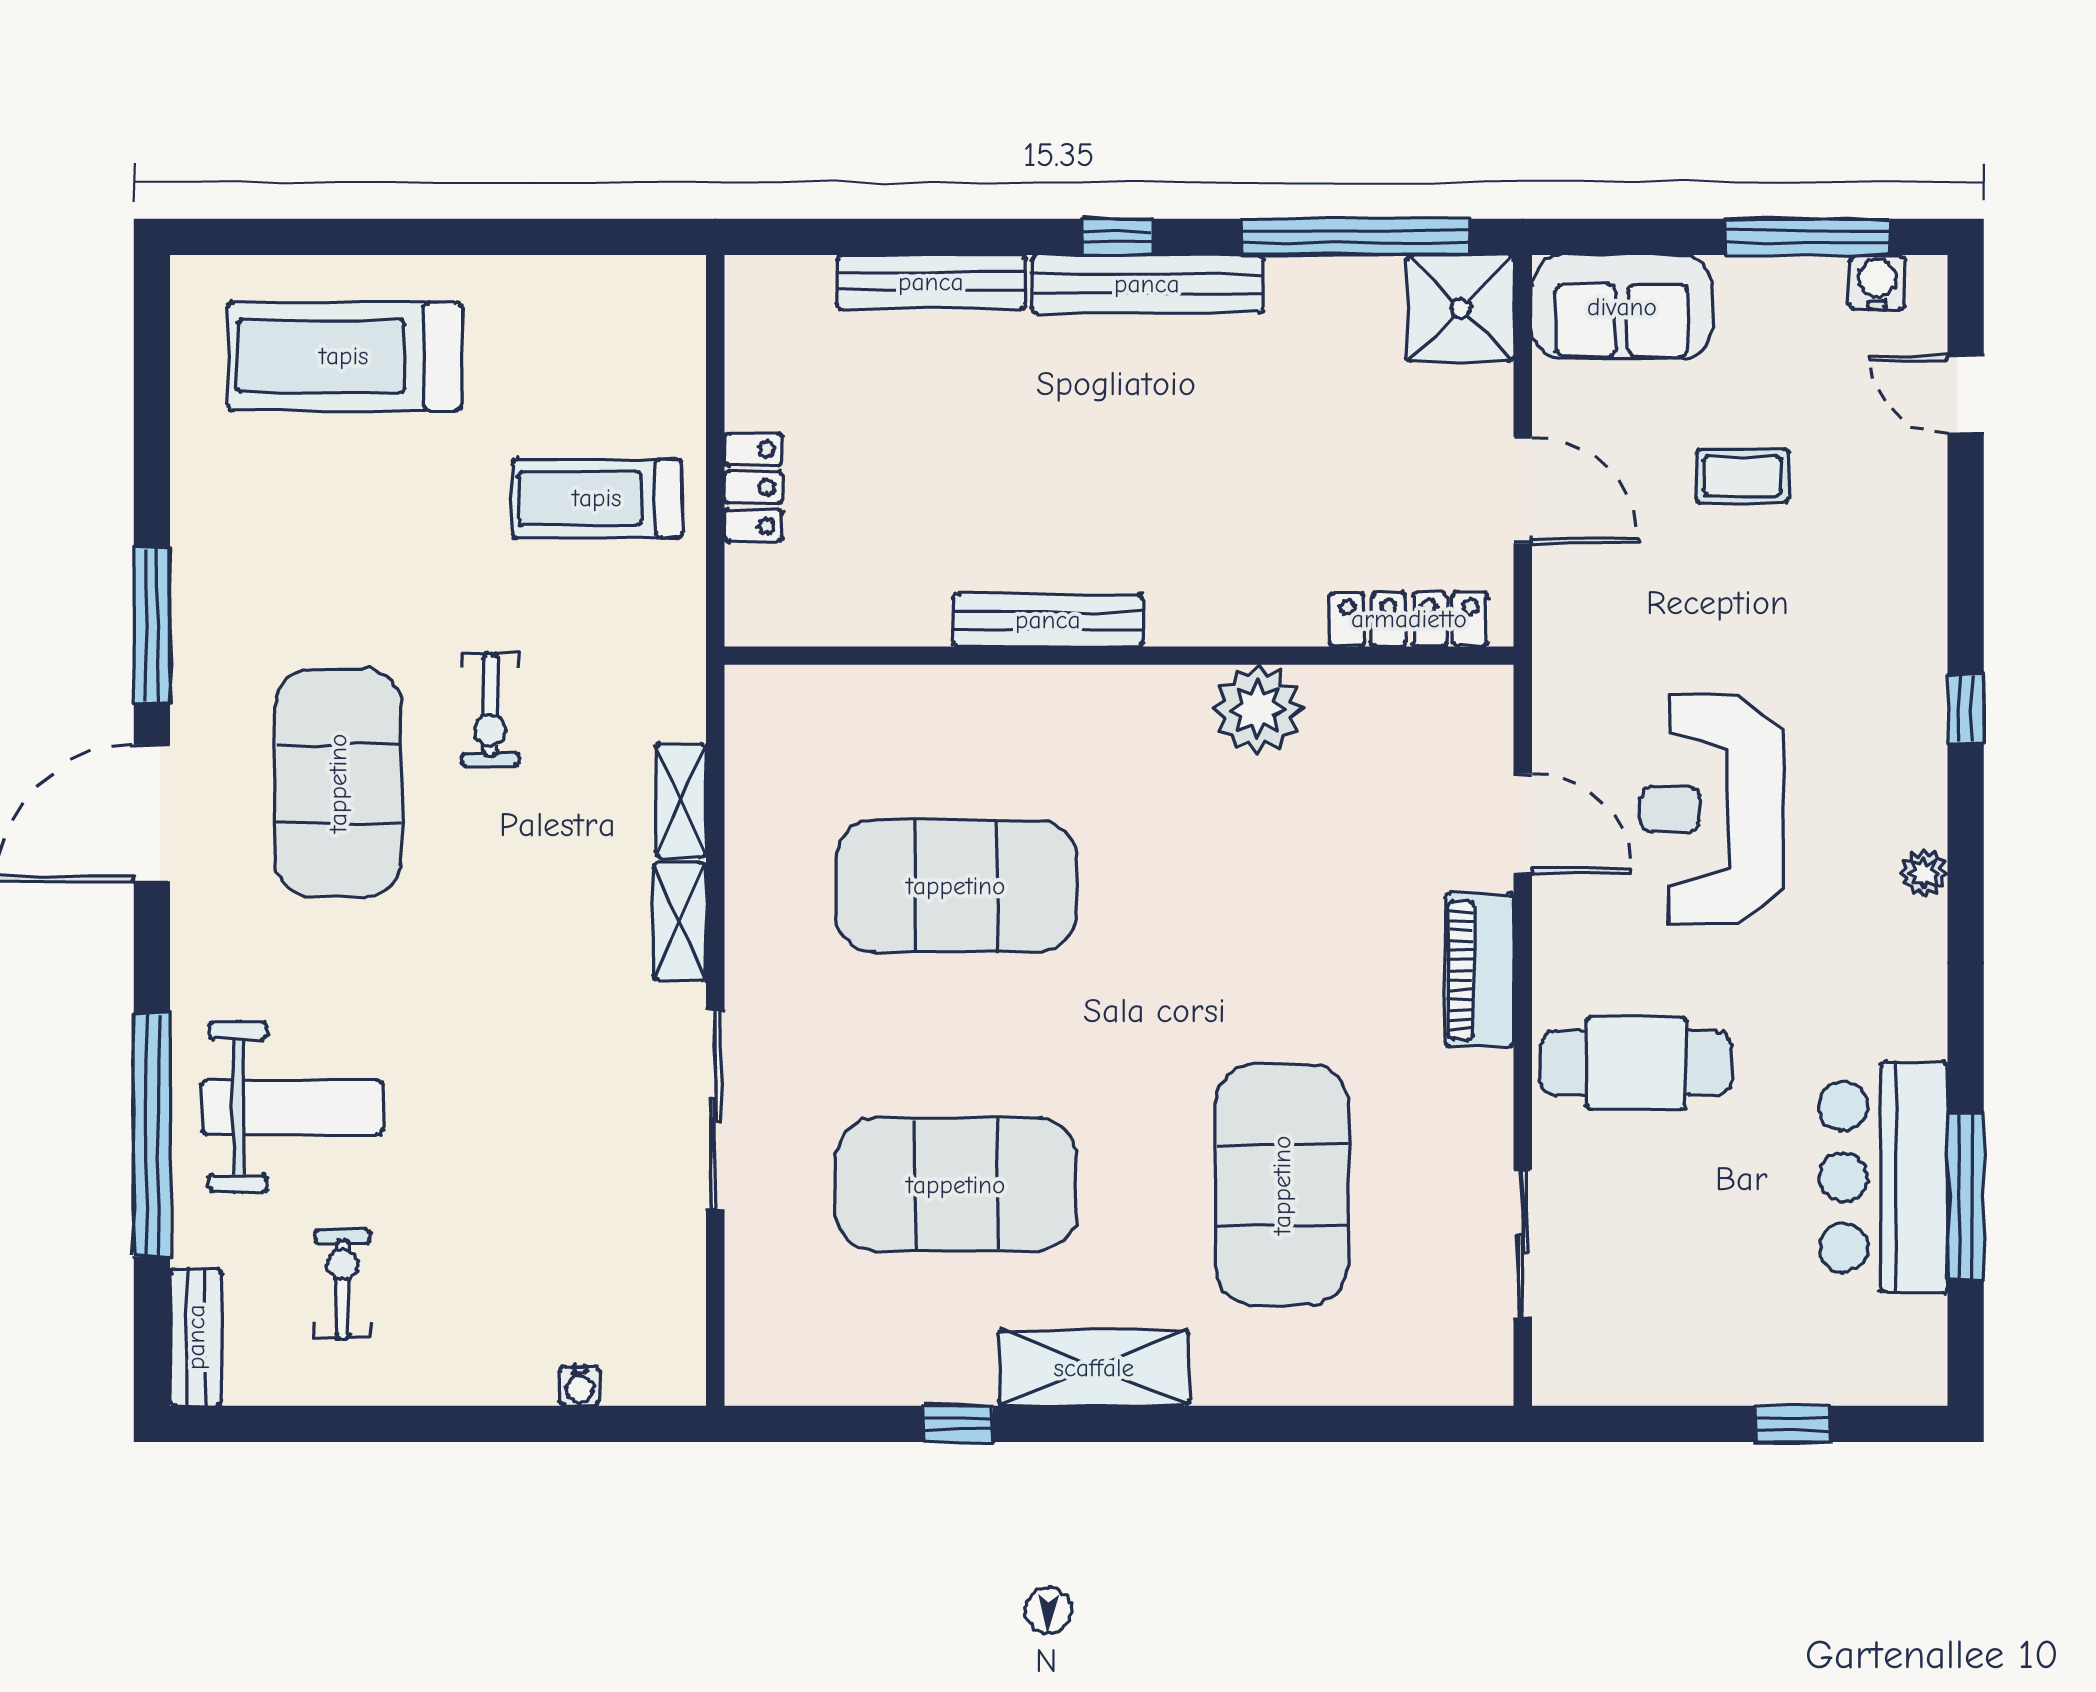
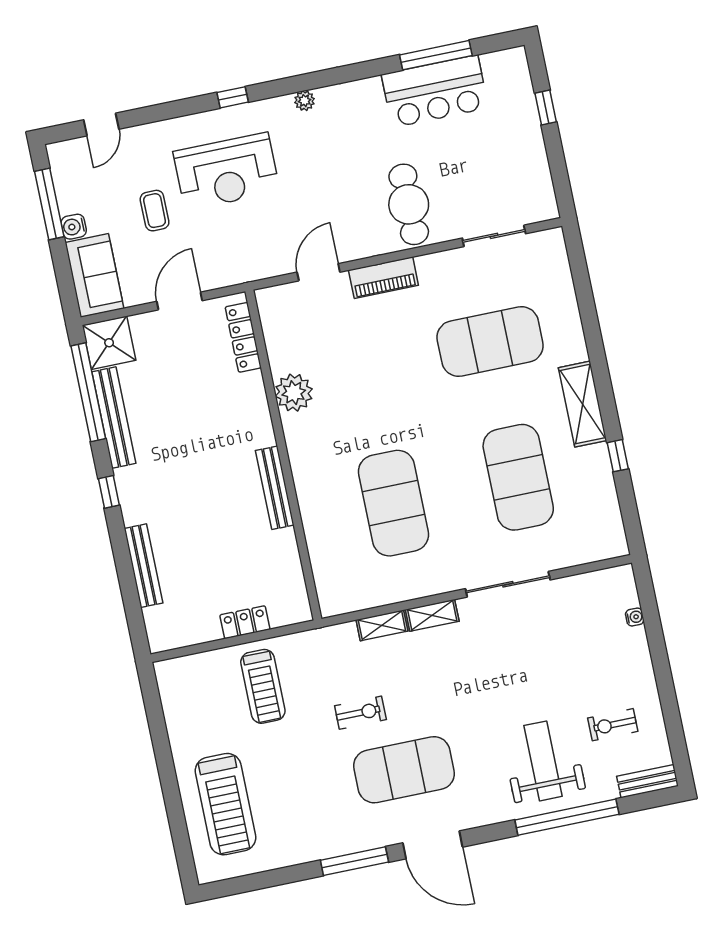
water cooler: (1877, 282) -> (74, 227), moved
bench: (1147, 284) -> (114, 418), moved
reception desk: (1712, 809) -> (226, 171), moved

